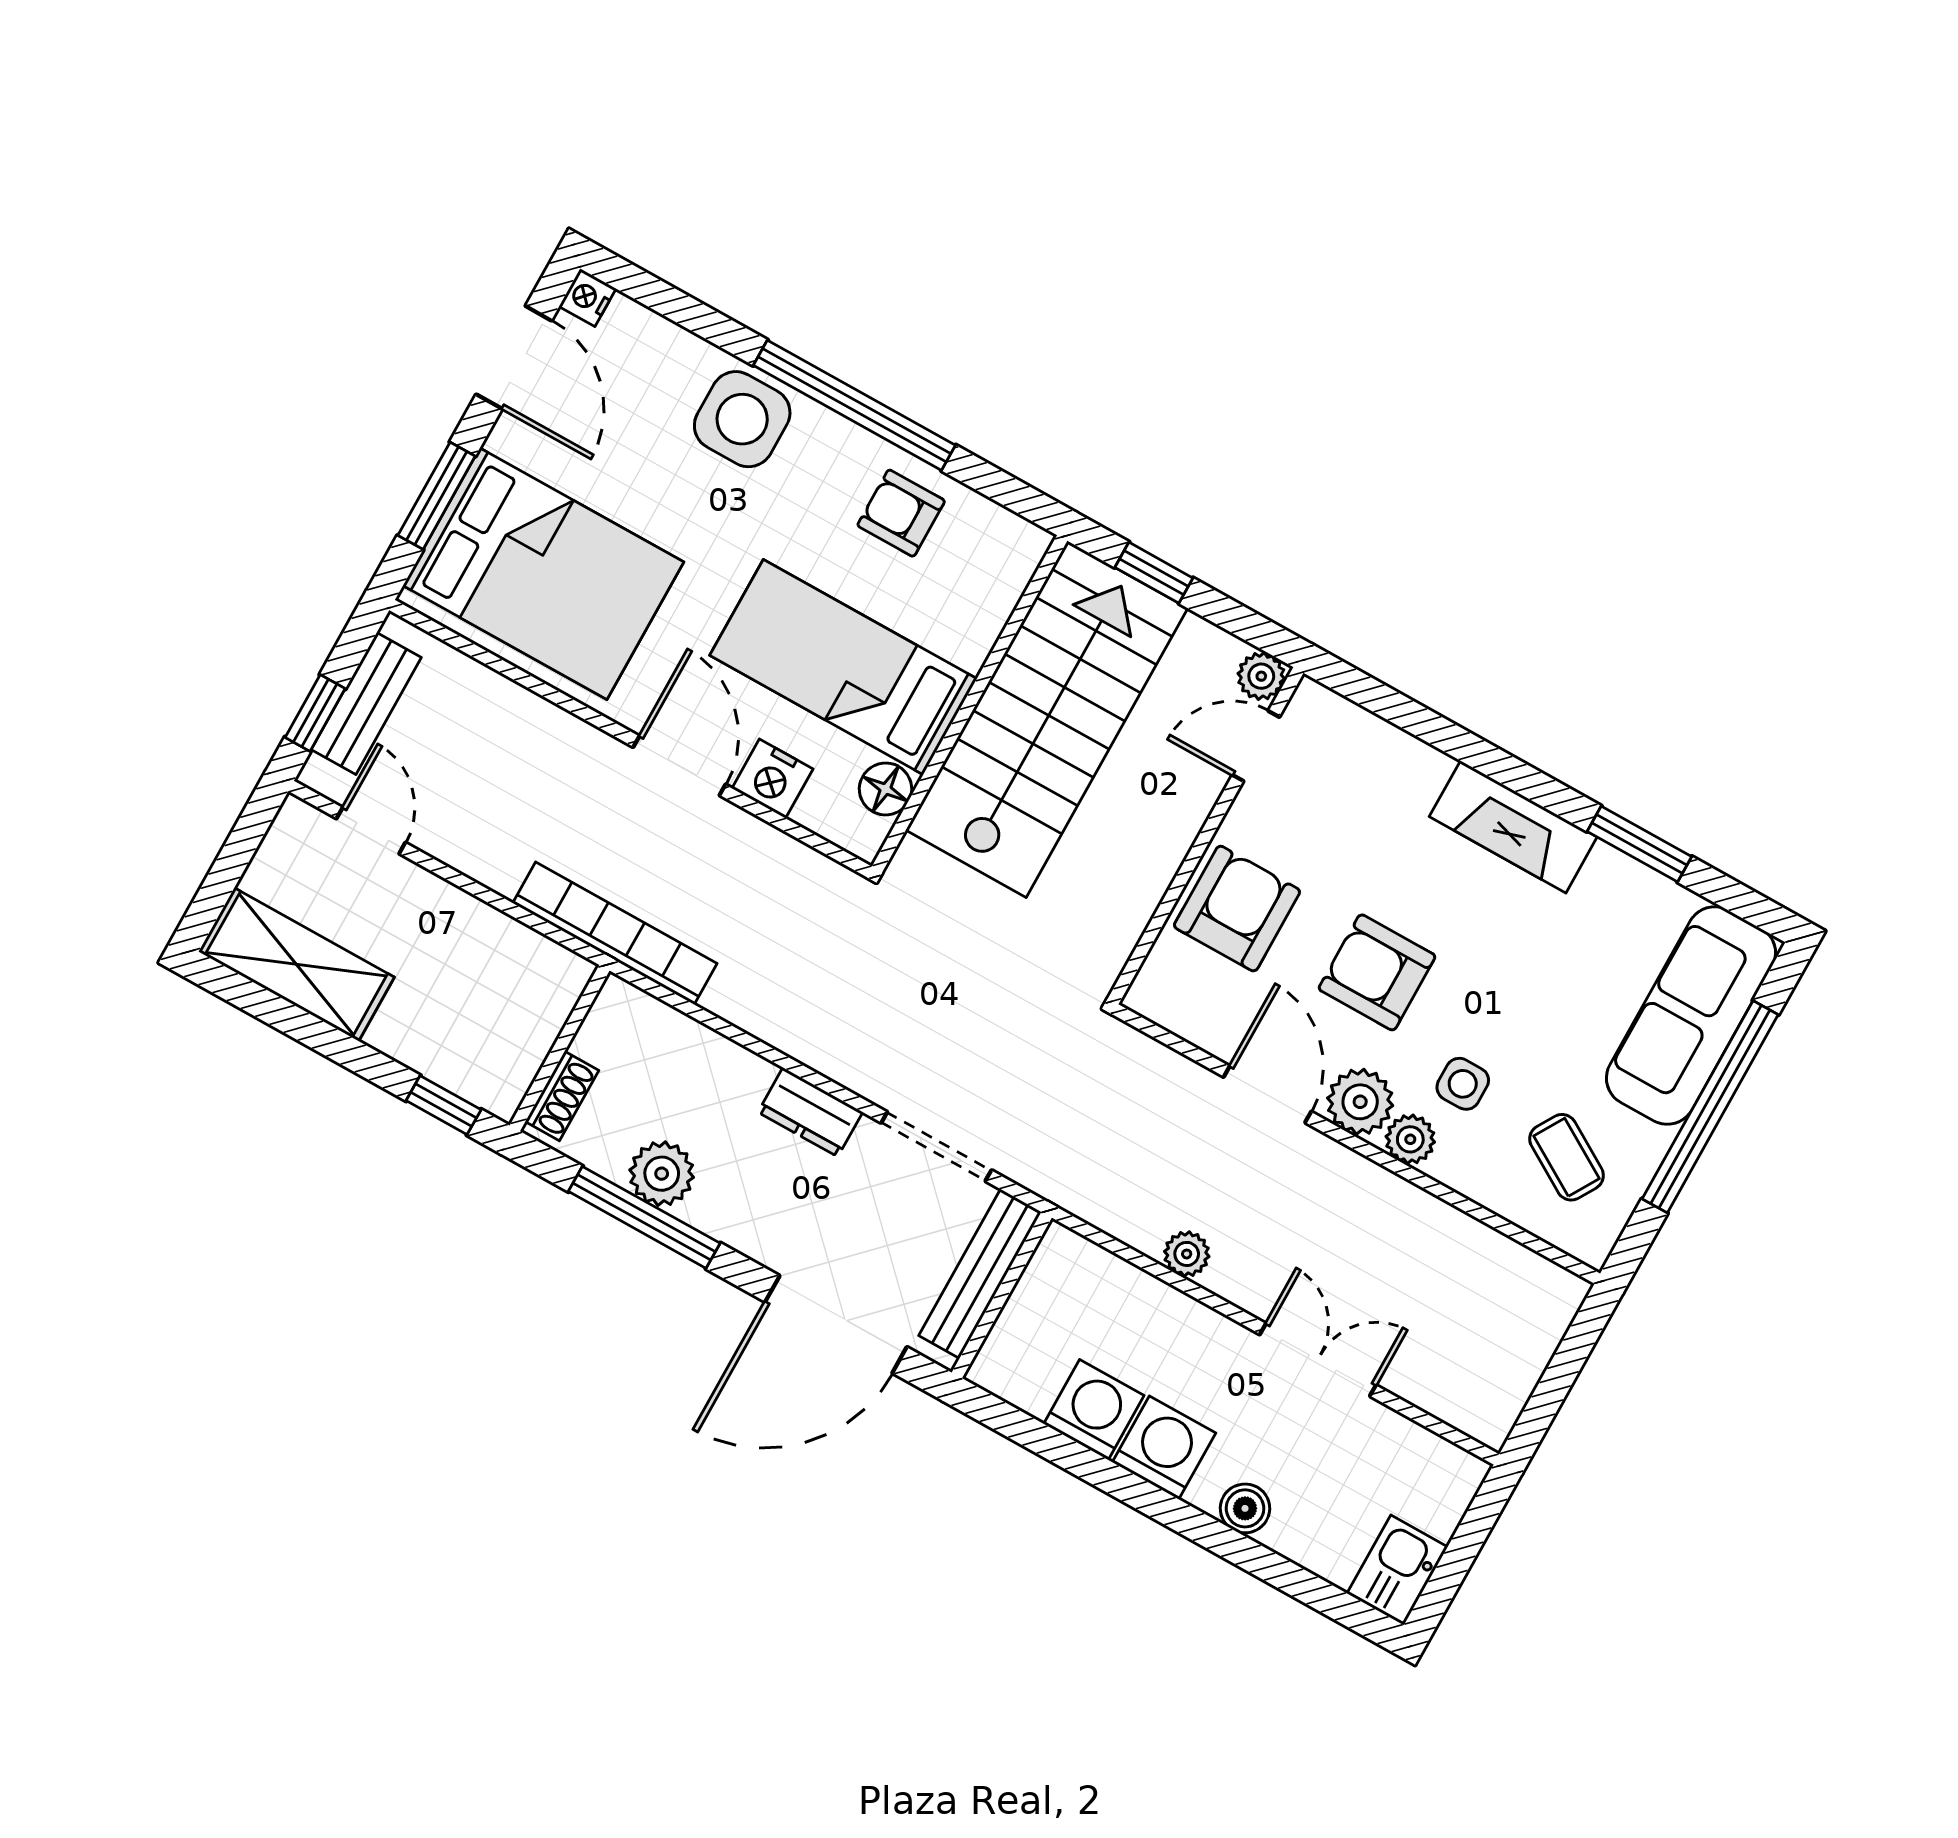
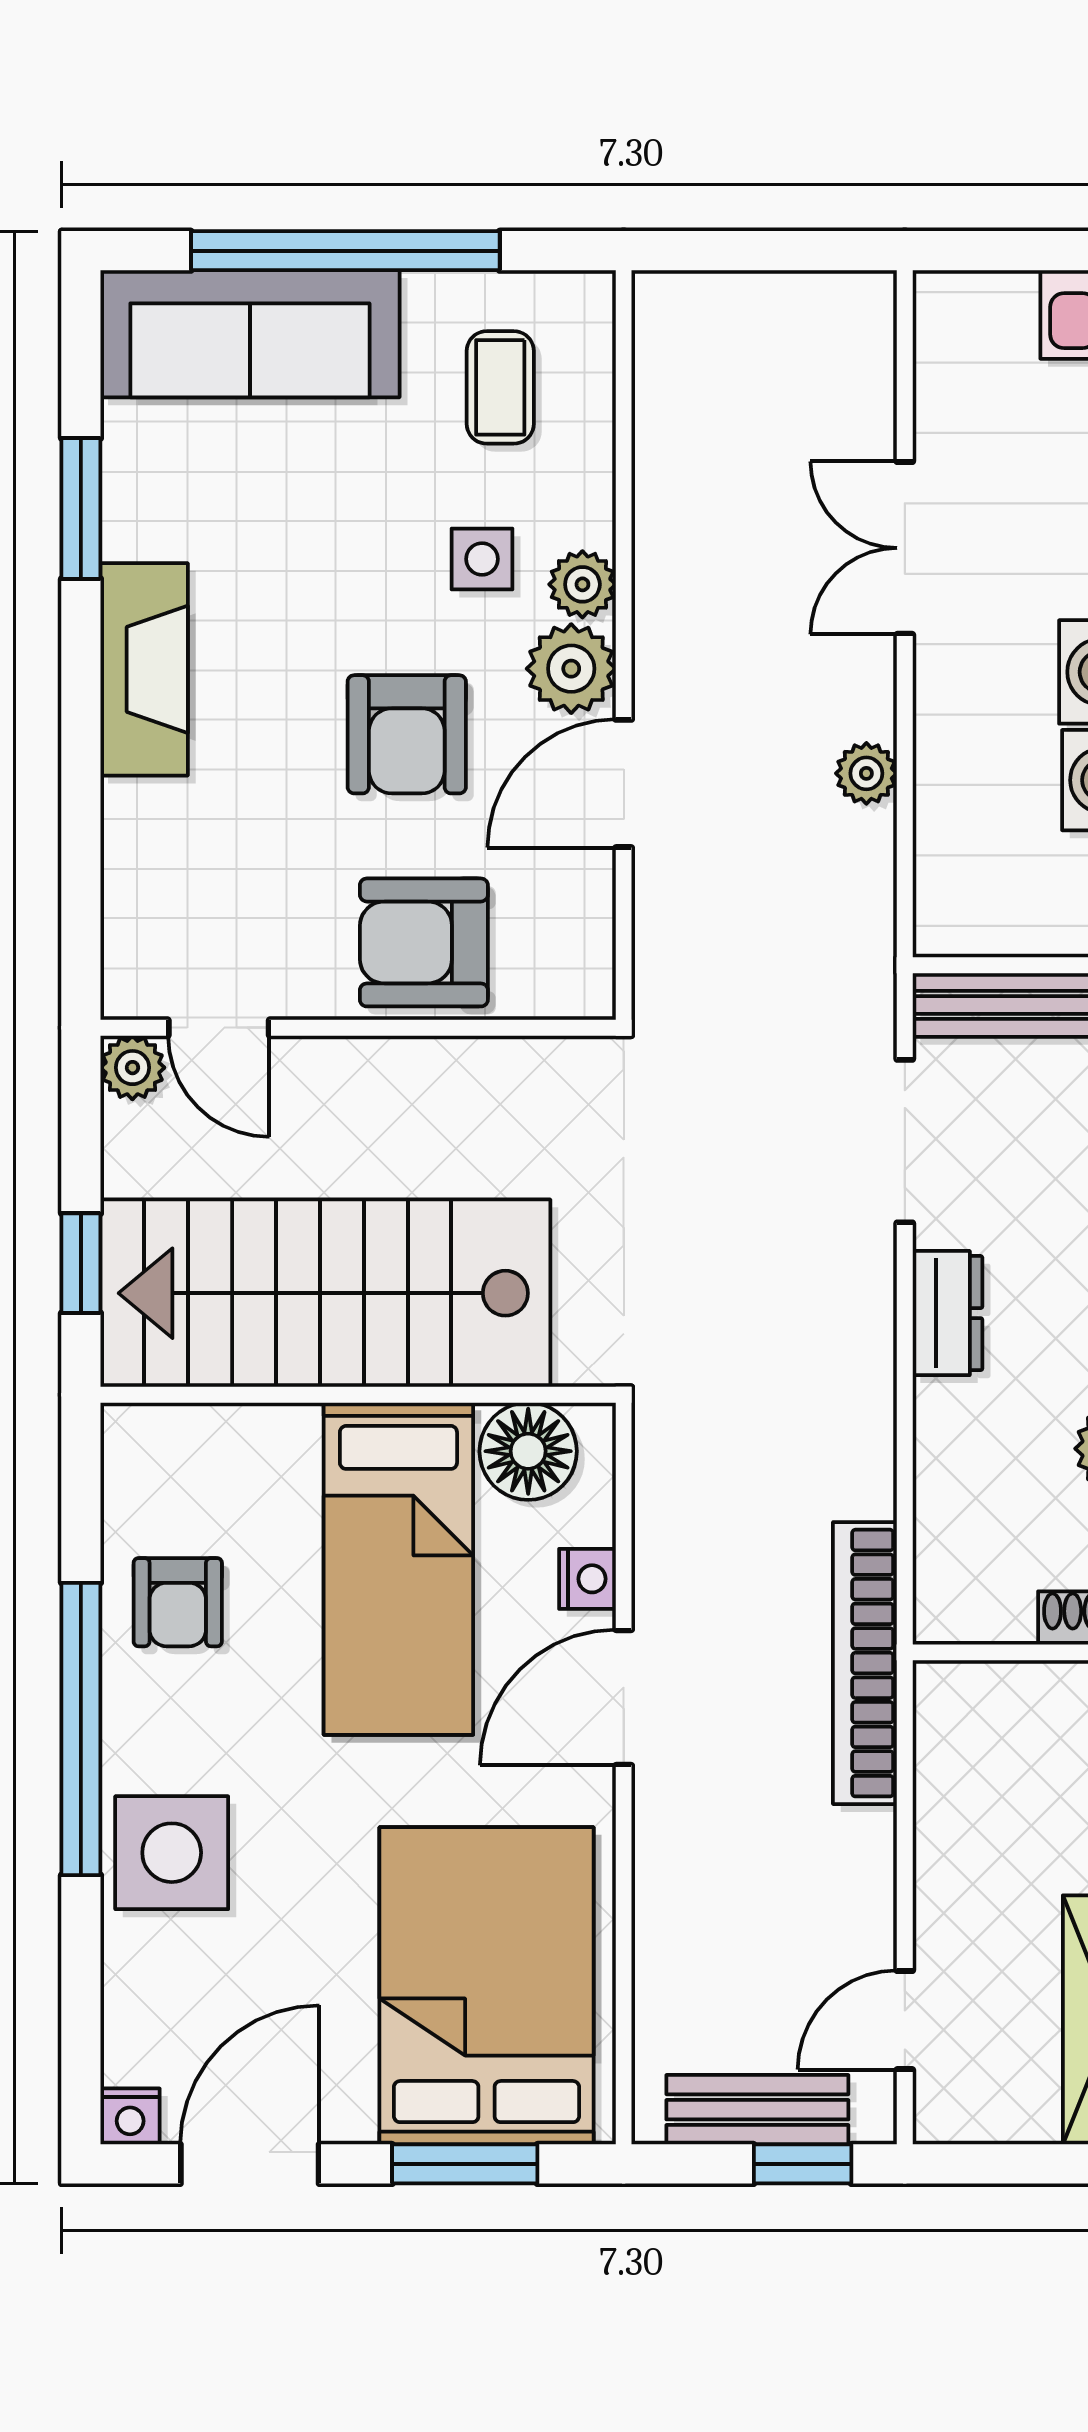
nightstand: (772, 779) -> (587, 1579), width x0.72, depth x0.74
floor lamp: (886, 789) -> (528, 1451), width x1.38, depth x1.38
coffee table: (1567, 1157) -> (500, 387), turned -31

